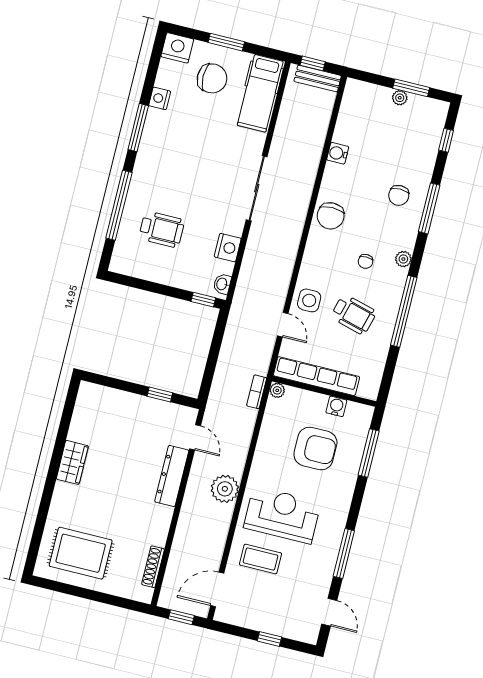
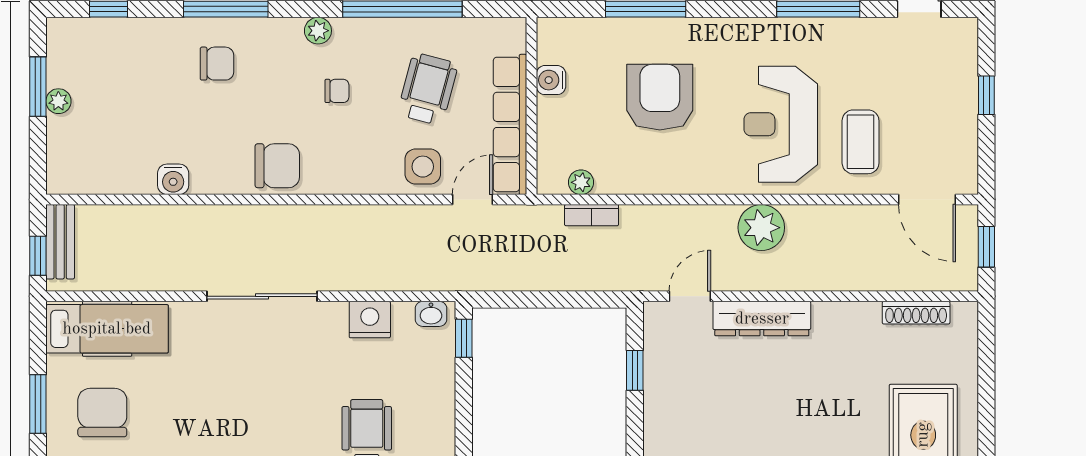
row of seats: (316, 376) -> (510, 124), moved
wall: (324, 391) -> (531, 106), moved
water cooler: (336, 406) -> (551, 80), moved

